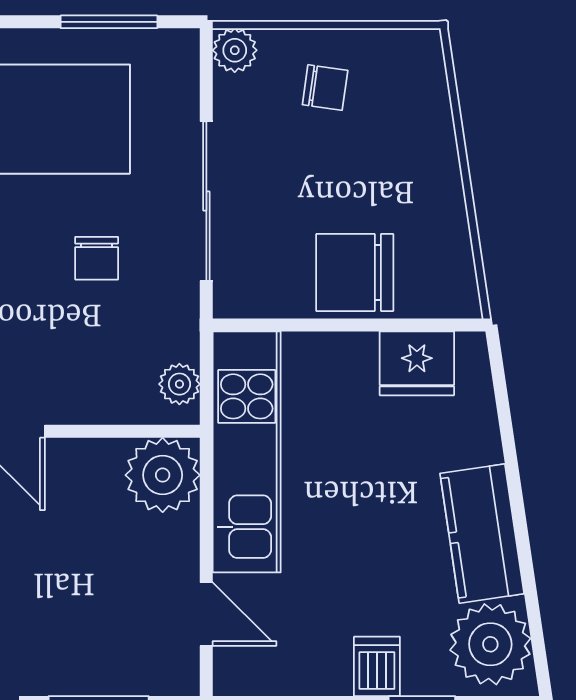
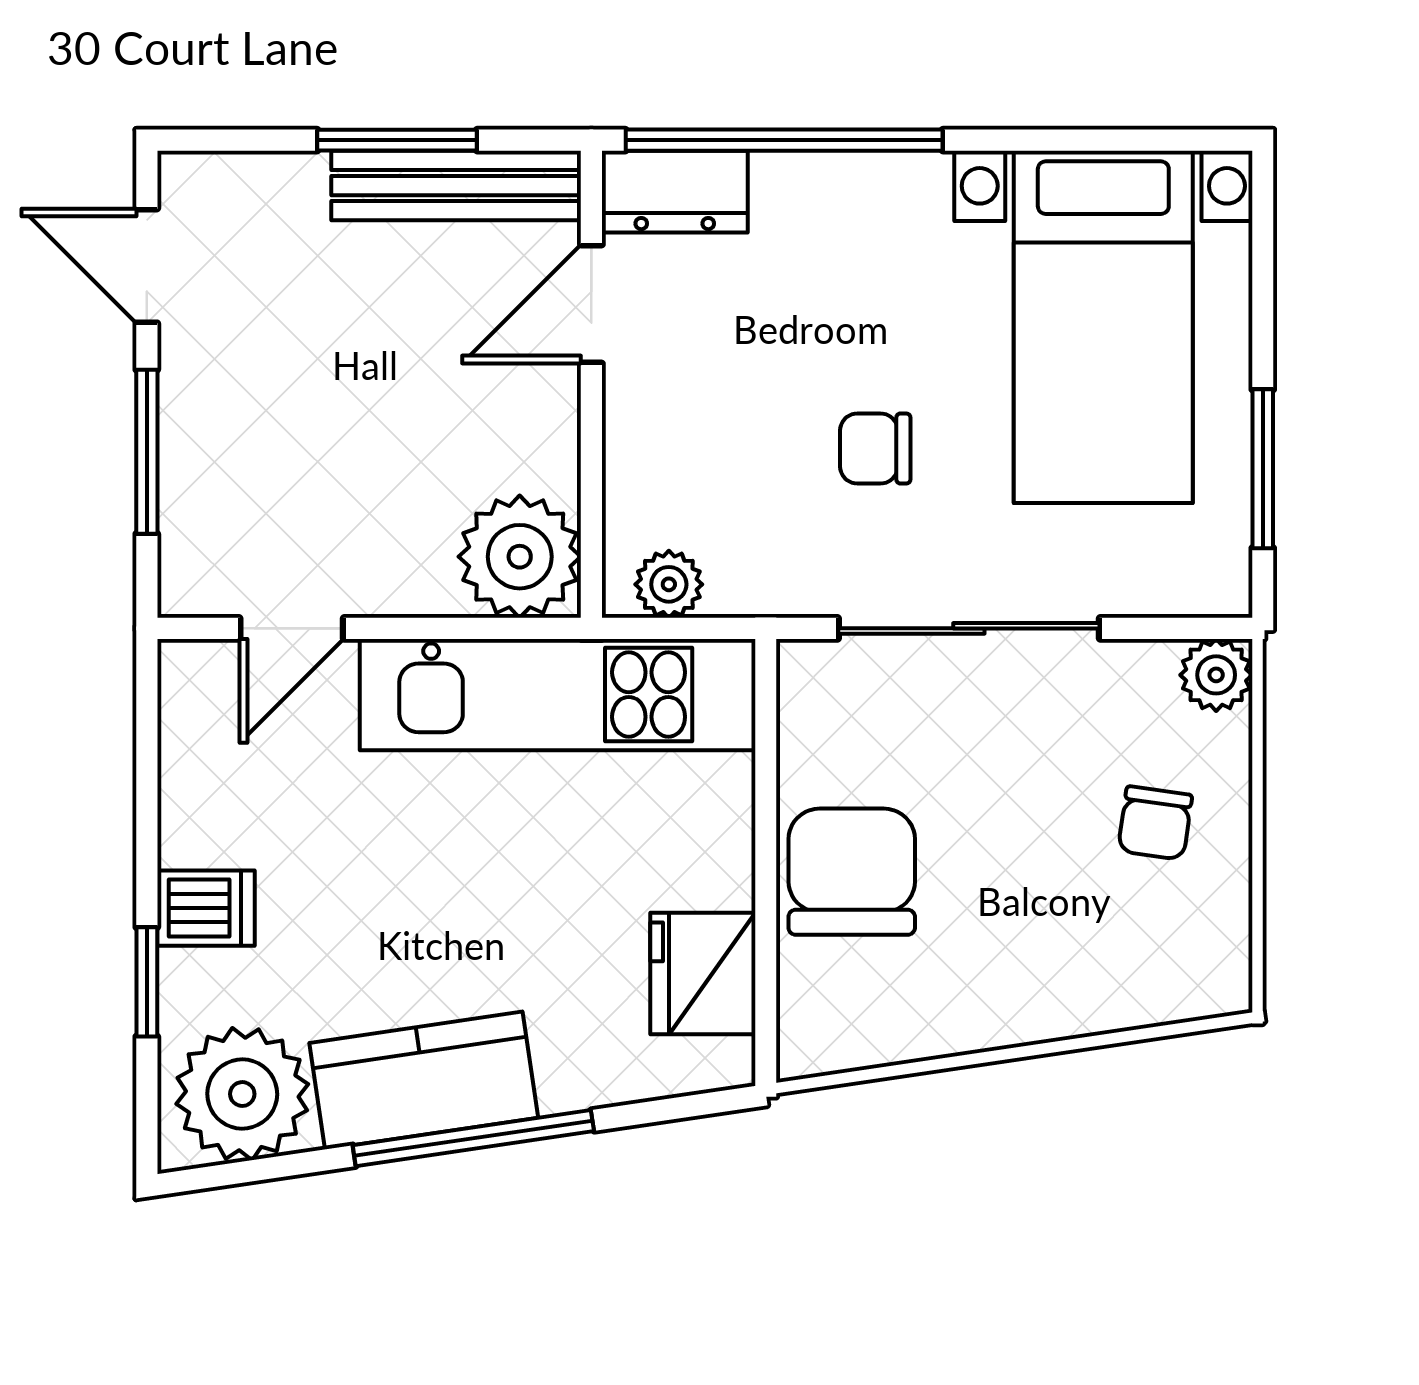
window: (517, 503) -> (473, 1138), added

